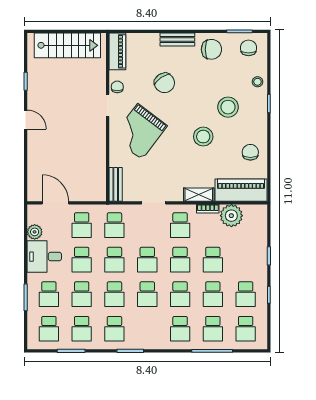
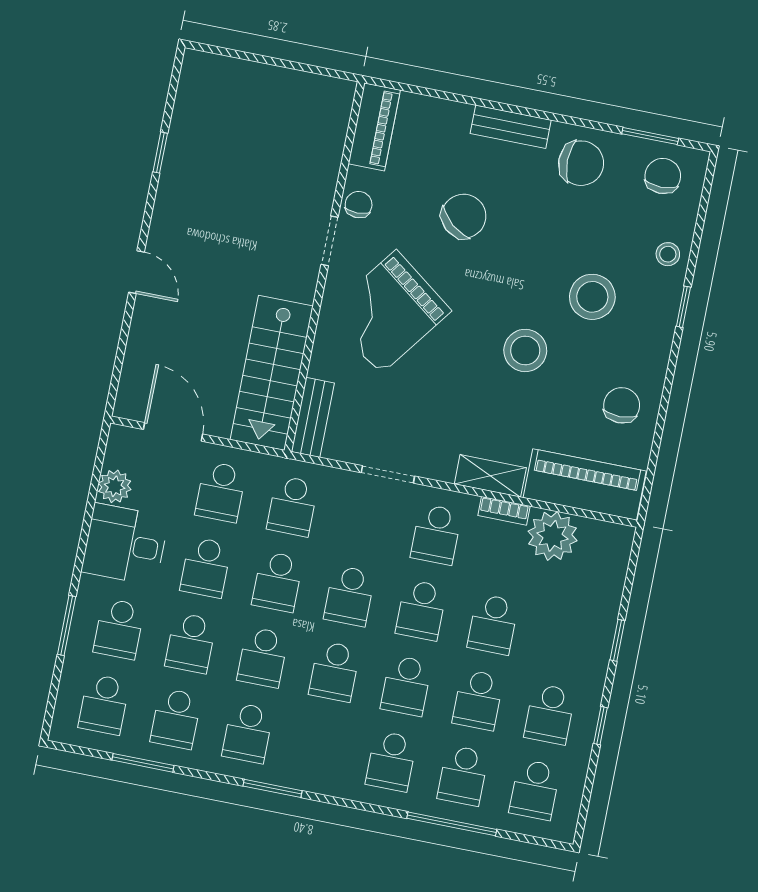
stairs: (67, 45) -> (272, 373), moved, turned 90
chair: (164, 83) -> (464, 216), turned -106
door: (26, 120) -> (137, 272), moved

